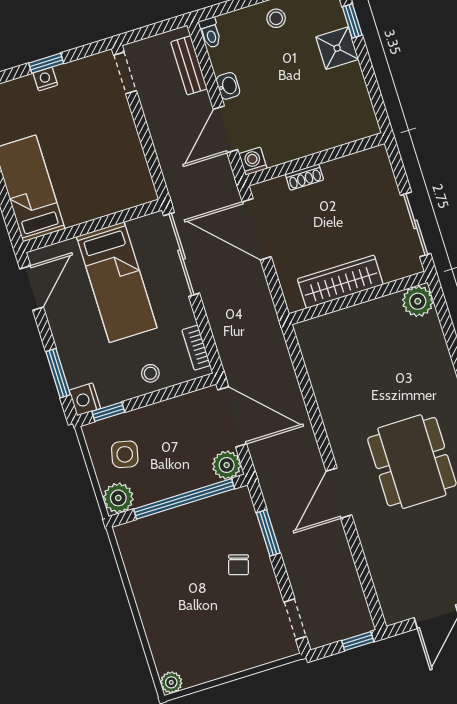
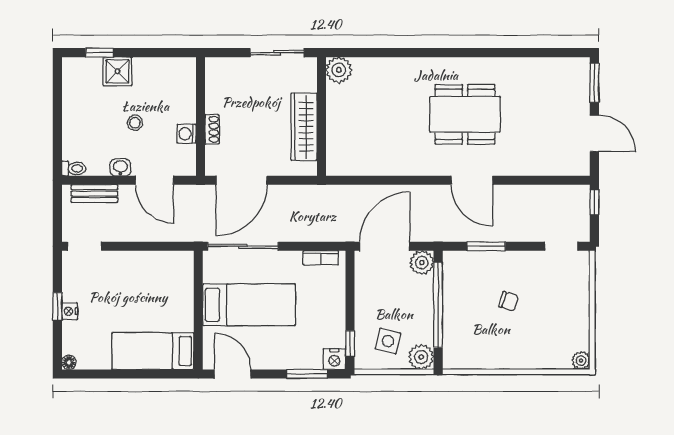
stool: (276, 18) -> (135, 123), moved
washing machine: (253, 161) -> (187, 134), moved
stool: (150, 373) -> (330, 301), removed
chair: (239, 565) -> (509, 301), moved

